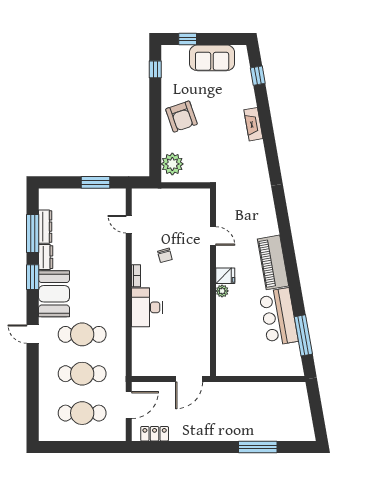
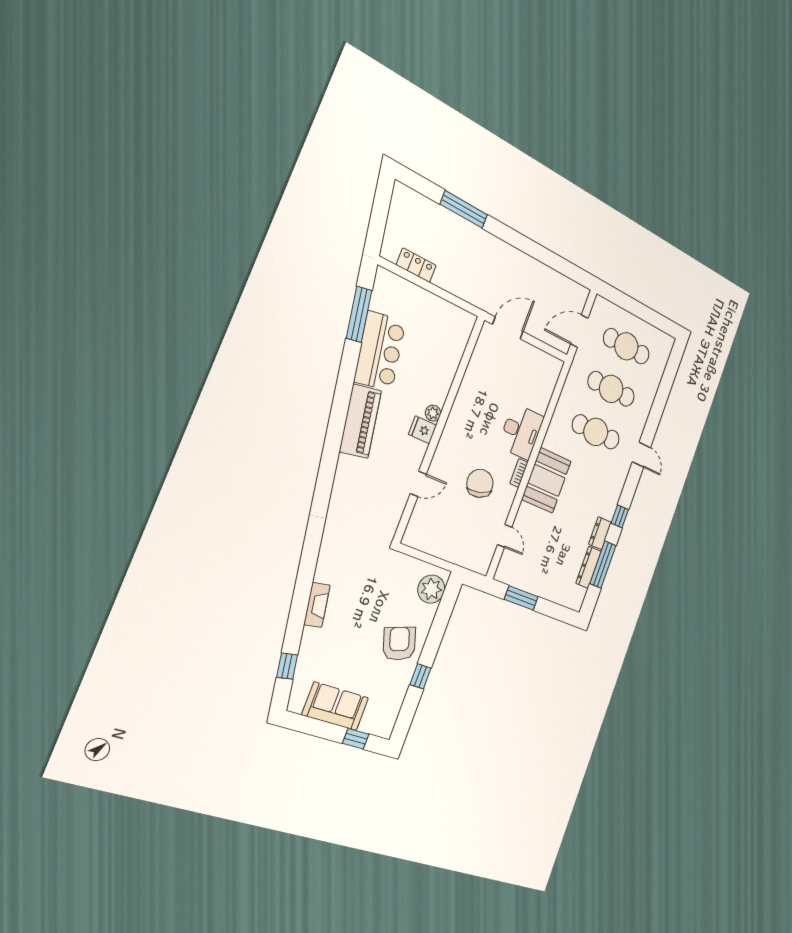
window: (155, 69) -> (420, 676), moved
door: (213, 236) -> (418, 484), swing flipped
chair: (165, 255) -> (480, 483), width x1.87, depth x1.87
window: (33, 277) -> (620, 516), width x0.67
booth: (54, 294) -> (546, 480), moved
locker: (155, 434) -> (416, 265), moved, turned 180

